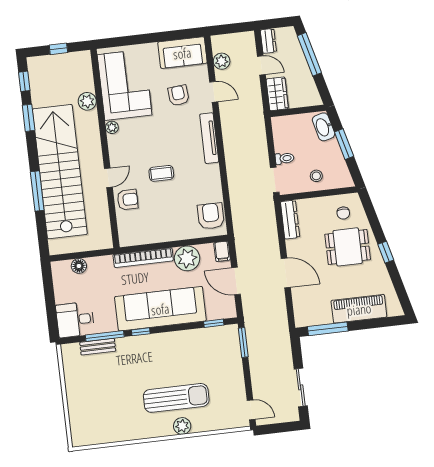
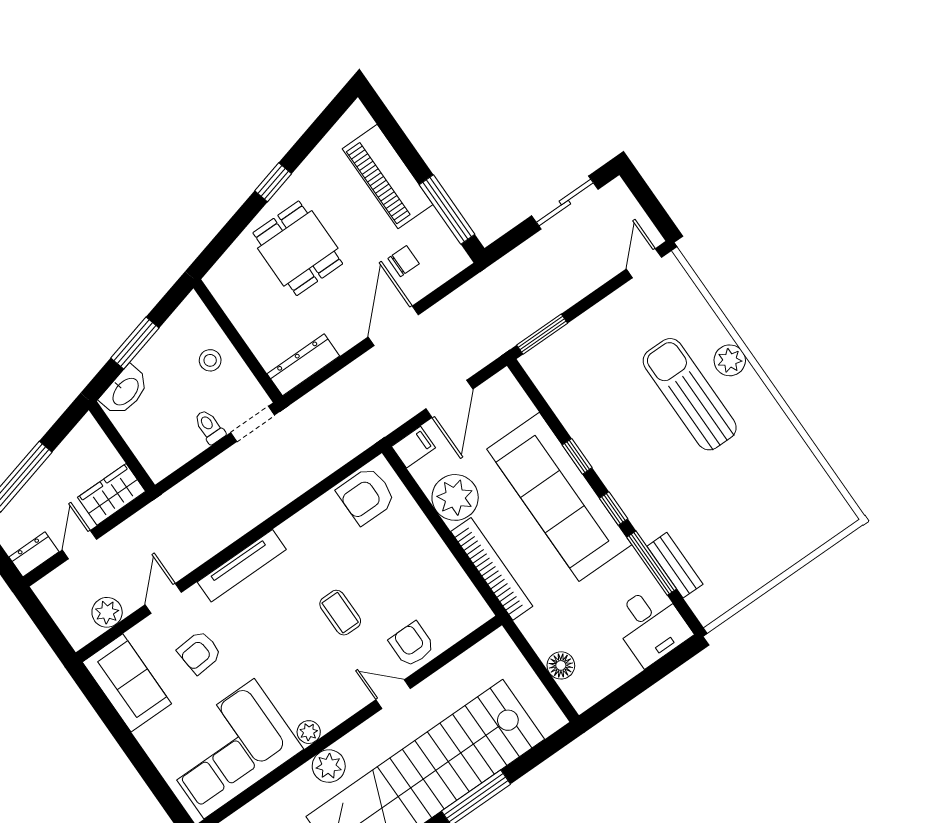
plant: (87, 101) -> (329, 766), moved
chair: (343, 213) -> (404, 261), moved
window: (214, 323) -> (577, 456), moved

